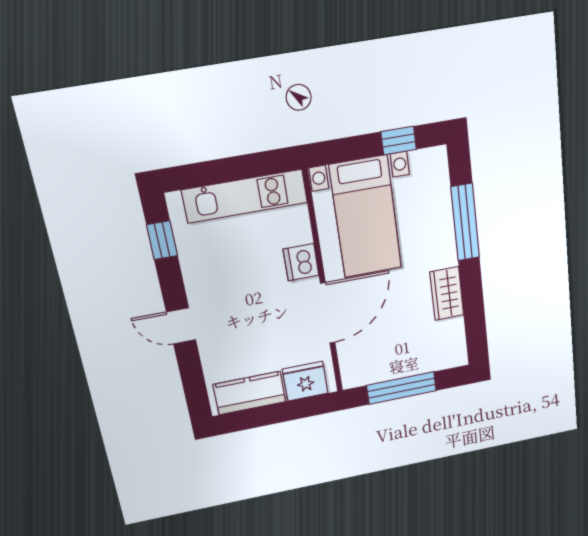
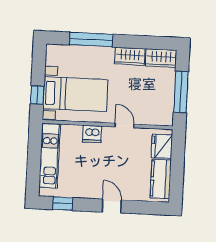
window: (399, 141) -> (37, 95), moved
door: (328, 313) -> (125, 125), width x0.53
door: (181, 326) -> (112, 206), swing flipped
wardrobe: (452, 344) -> (161, 58), added

